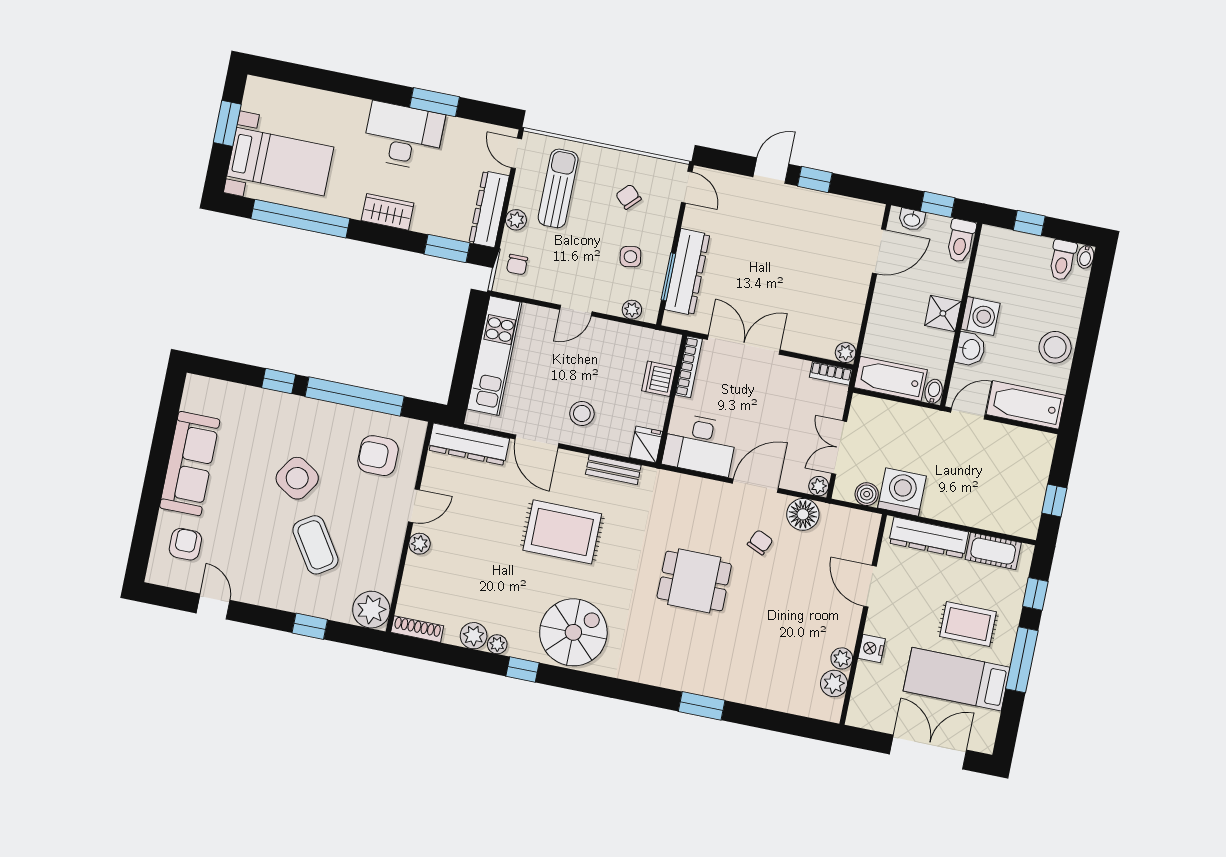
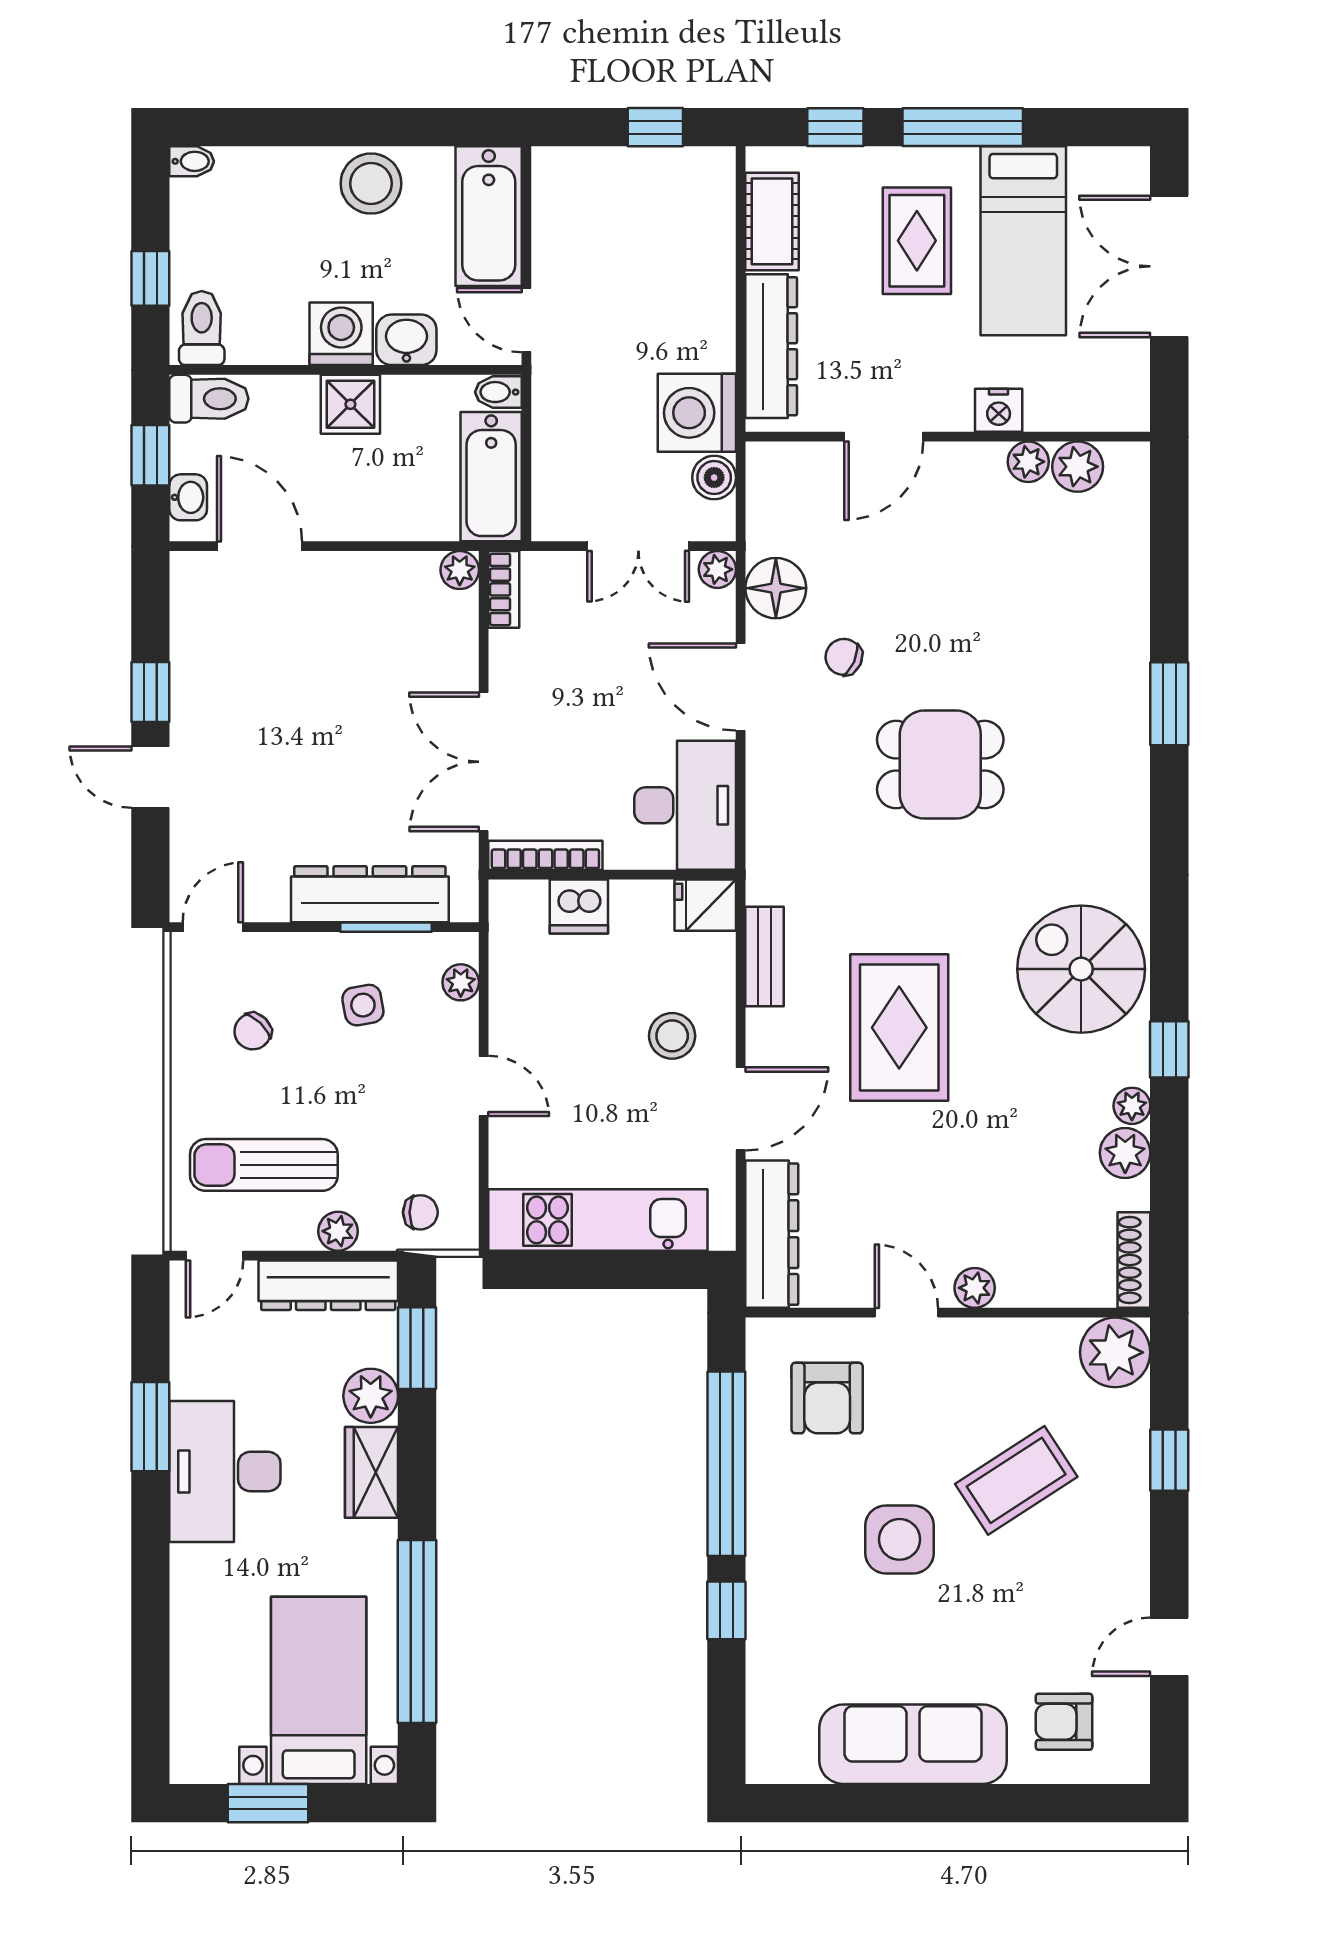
plant: (427, 219) -> (371, 1396), added
toilet: (1062, 260) -> (202, 328), moved, turned -90
side table: (297, 478) -> (900, 1539), turned -33
dining table: (694, 581) -> (940, 765), turned 90

